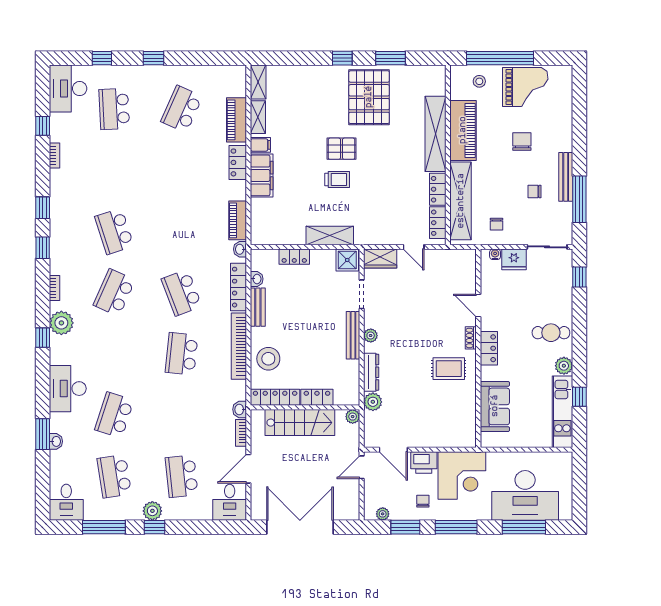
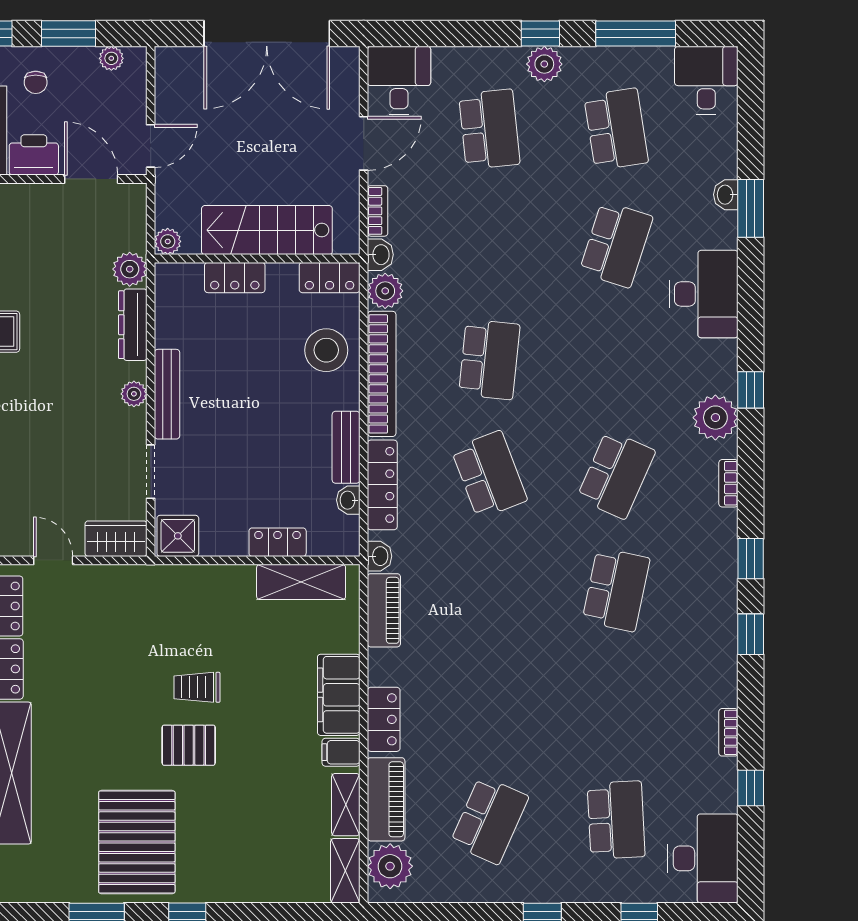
plant: (234, 84) -> (390, 866), added
school desk: (114, 231) -> (616, 590), turned 30
shelving: (330, 235) -> (301, 582), moved
plant: (237, 390) -> (385, 291), added
locker: (275, 397) -> (330, 278), width x0.66

